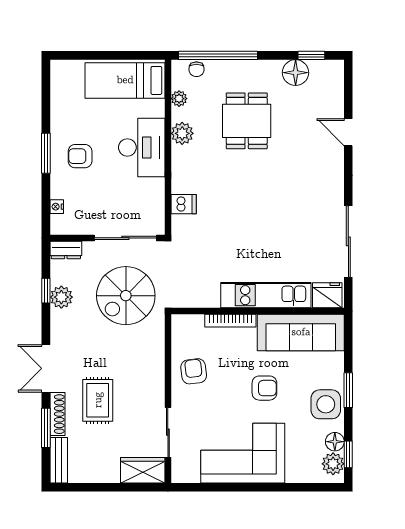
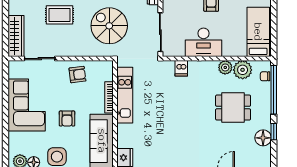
window: (311, 55) -> (274, 132), moved
plant: (179, 99) -> (243, 70), width x1.88, depth x1.88
desk: (142, 147) -> (204, 42), moved
kitchen unit: (266, 295) -> (125, 95), moved
spiral stairs: (126, 296) -> (109, 26), moved
wardrobe: (143, 470) -> (16, 36), width x1.50

